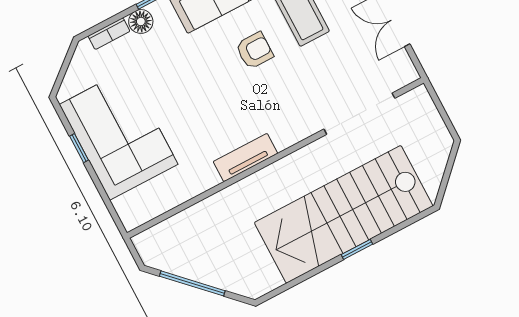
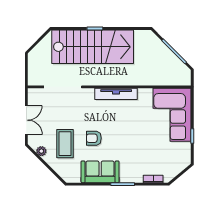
floor lamp: (141, 21) -> (137, 177), removed
corner sofa: (119, 134) -> (172, 115), moved
tv unit: (246, 158) -> (116, 94), width x1.41

